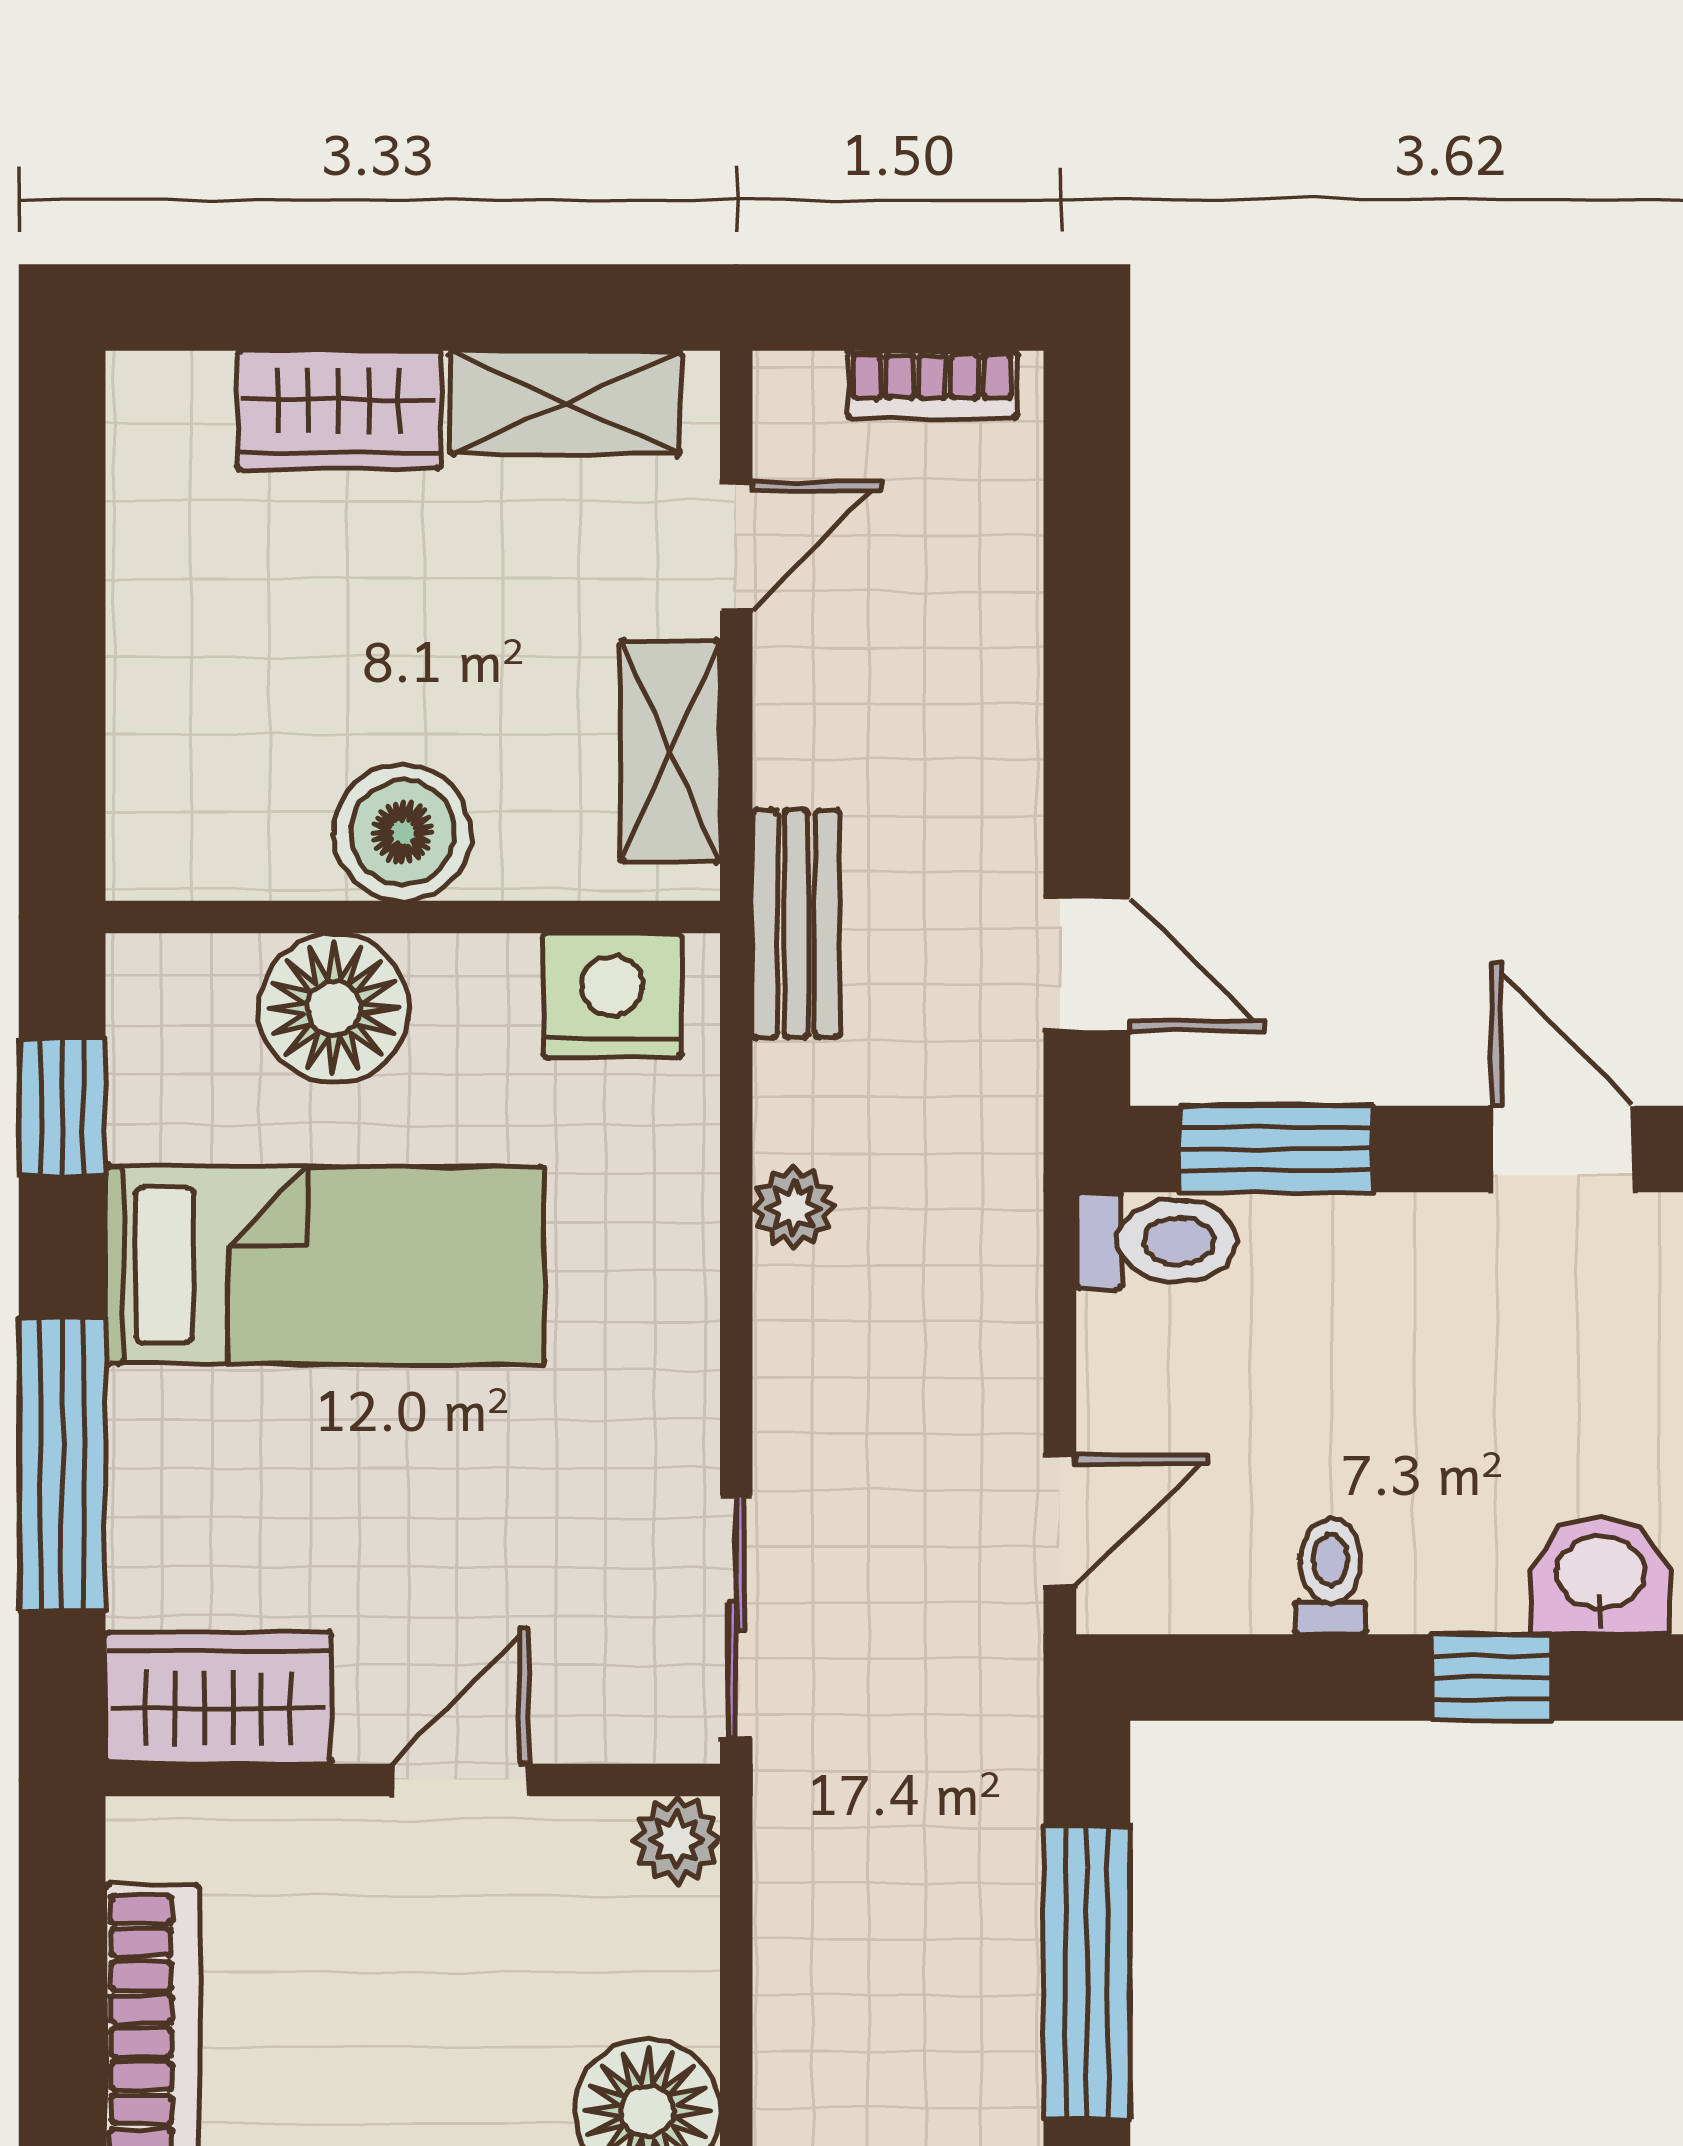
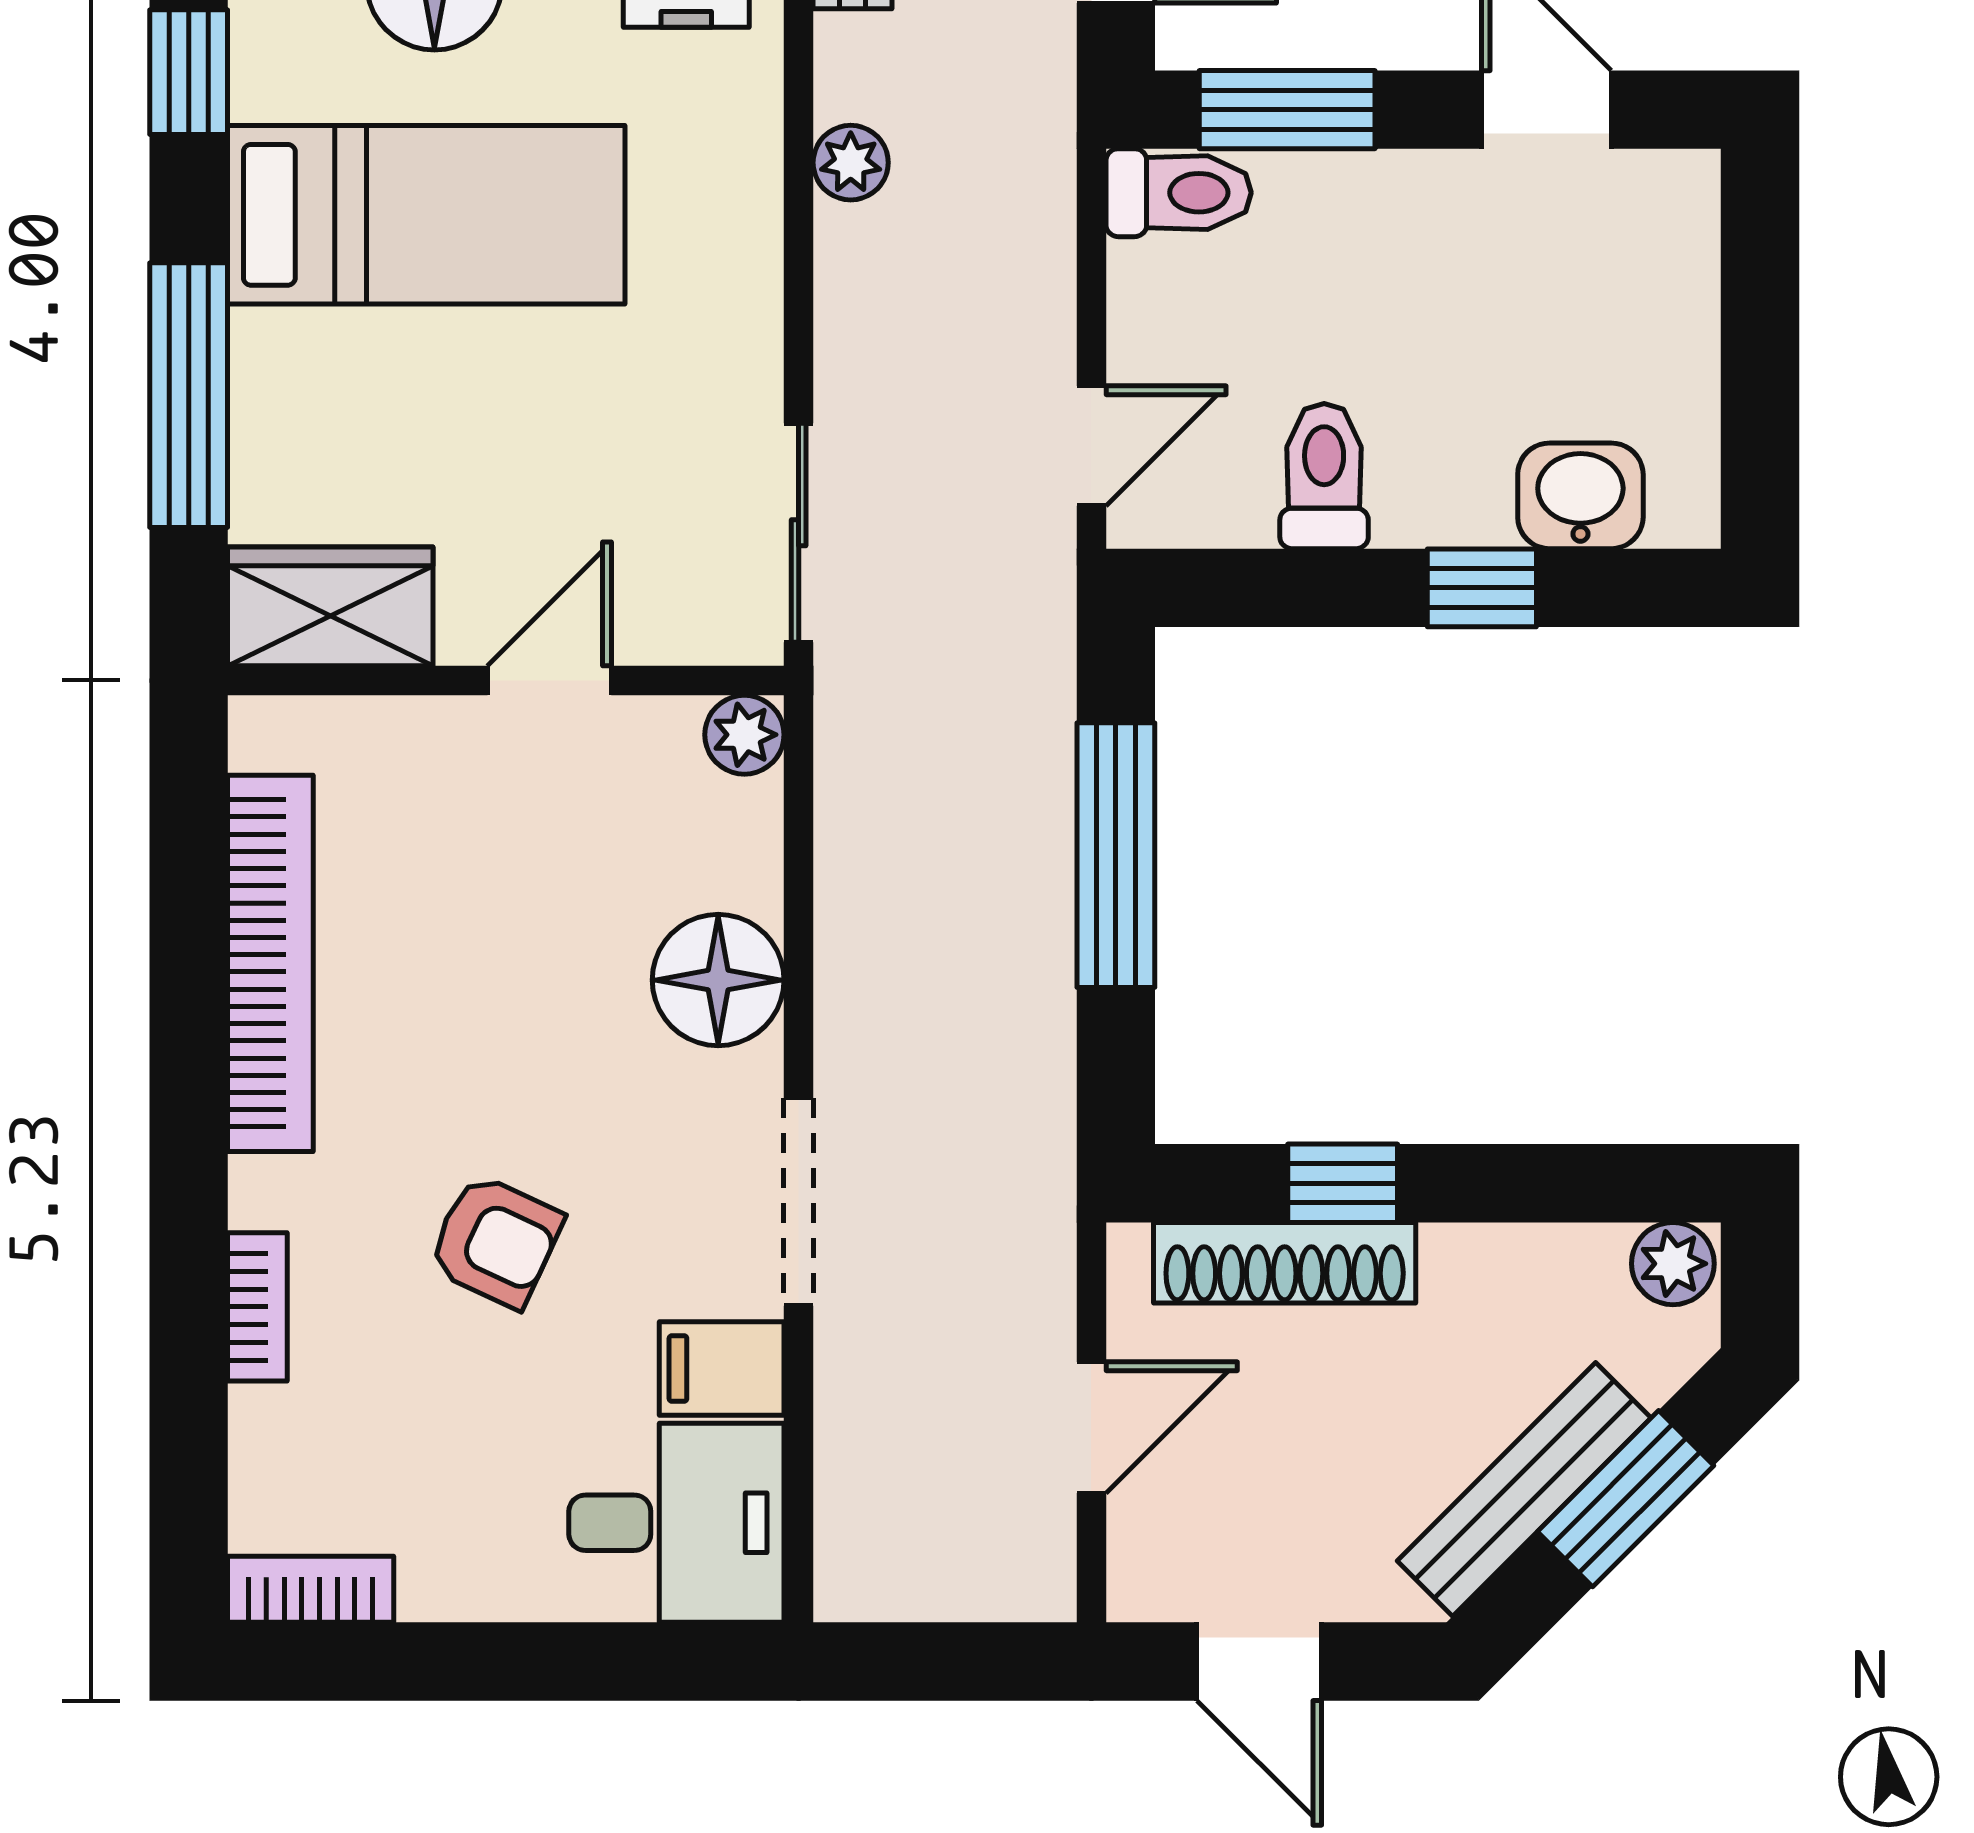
toilet: (1330, 1576) -> (1324, 476), width x1.37, depth x1.39

